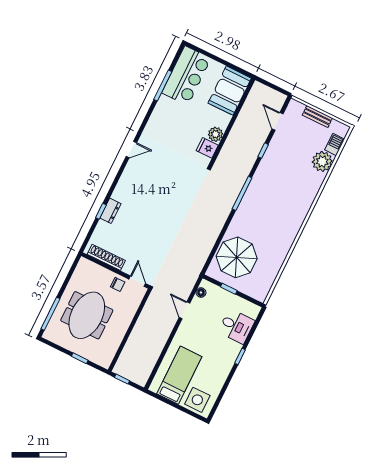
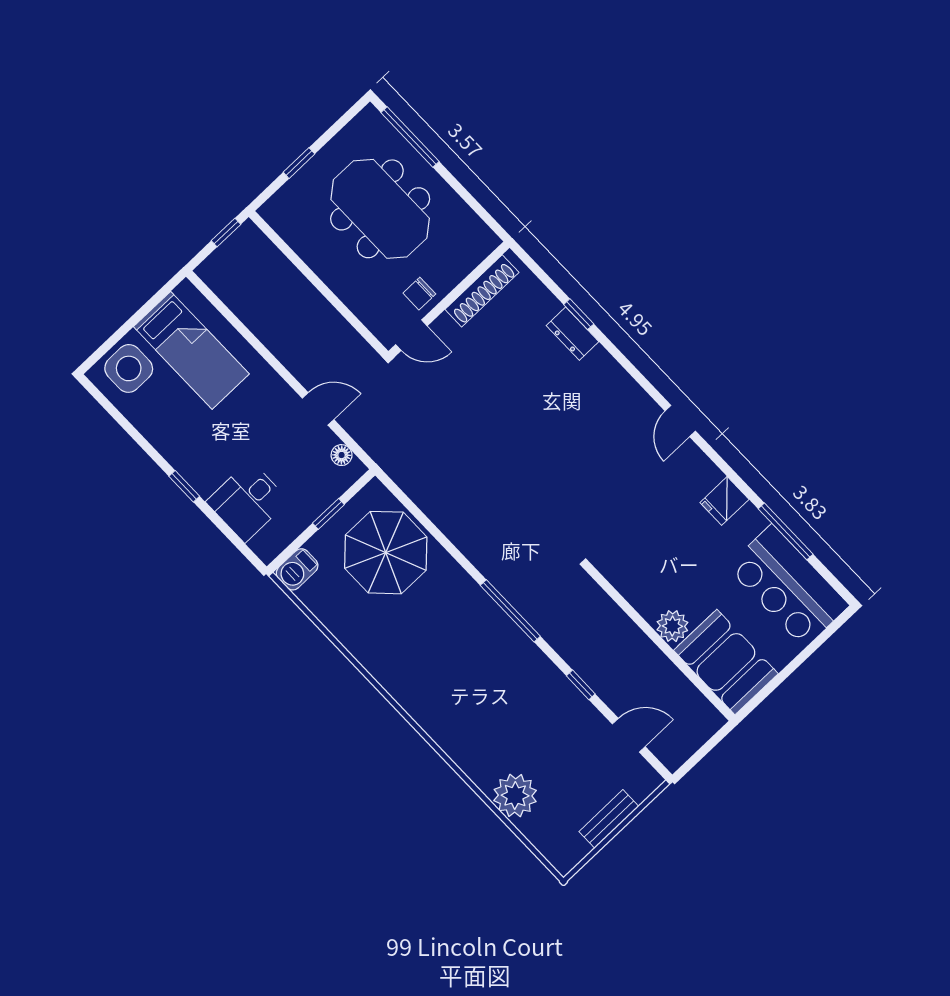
plant: (215, 134) -> (672, 626), moved
barbecue: (335, 144) -> (297, 569), moved, turned 90
fridge: (207, 148) -> (724, 501), moved, turned 180

